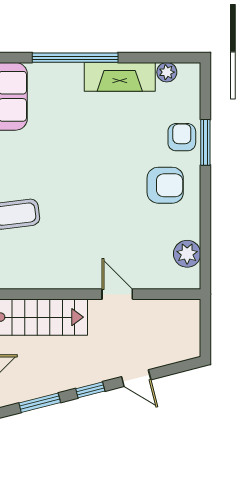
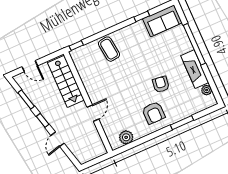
armchair: (182, 137) -> (161, 84), moved, turned -82

